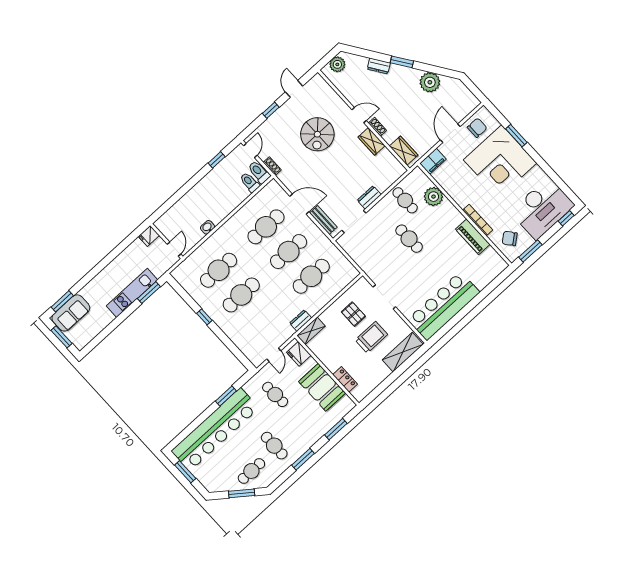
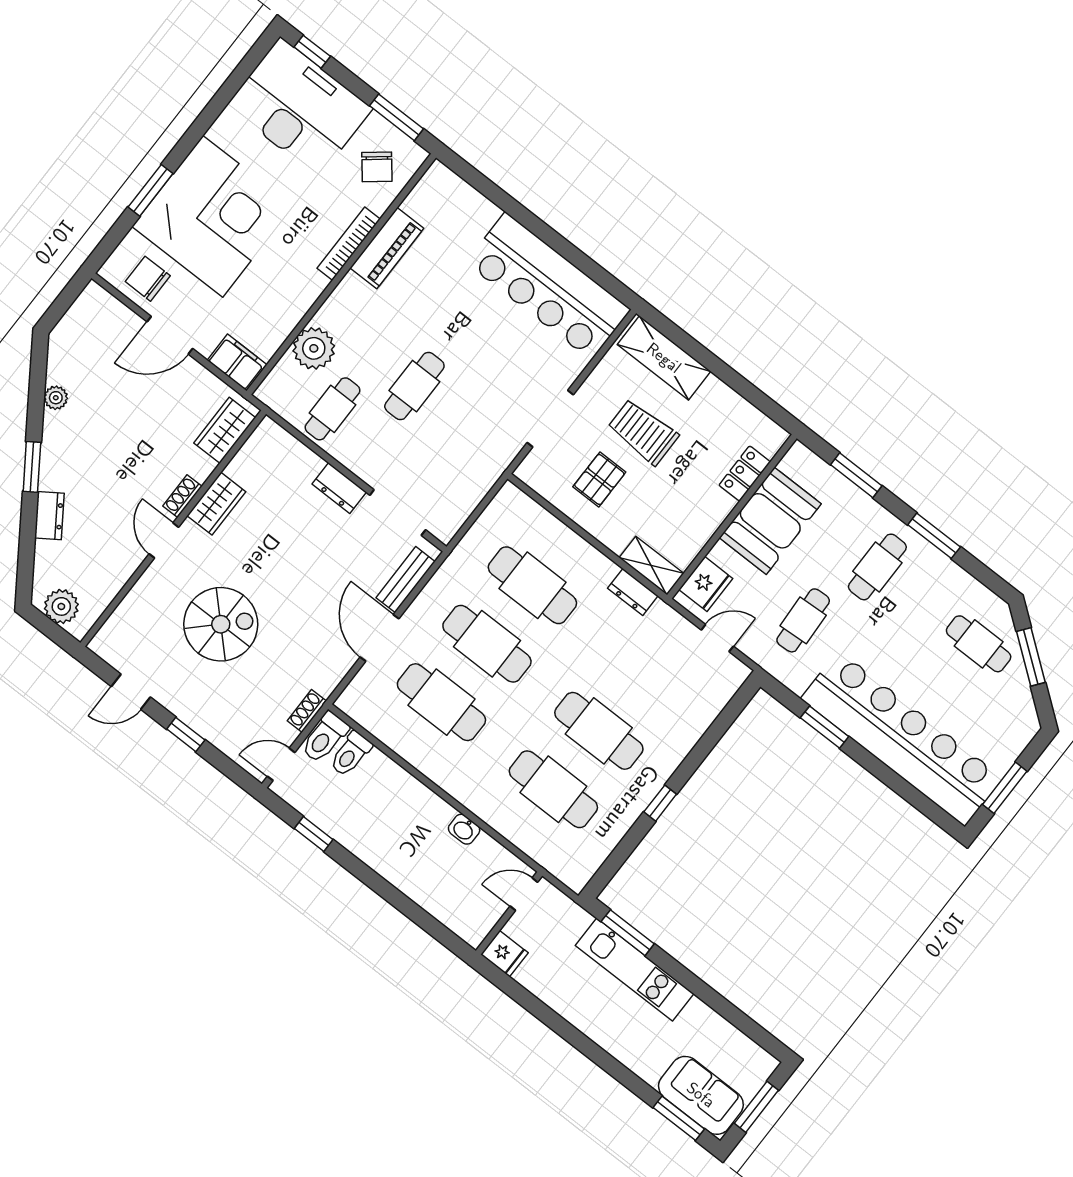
plant: (430, 82) -> (56, 398), width x0.53, depth x0.53
cafe table: (274, 446) -> (877, 567), moved

